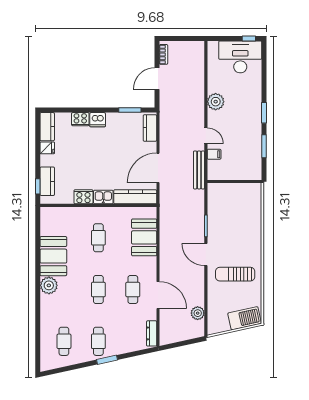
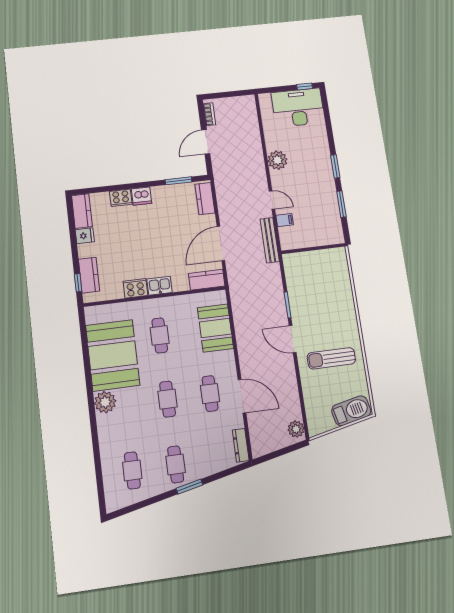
kitchen counter: (135, 197) -> (207, 280), width x0.67
booth: (53, 256) -> (113, 355), width x1.36, depth x1.42
plant: (198, 313) -> (296, 429), moved

